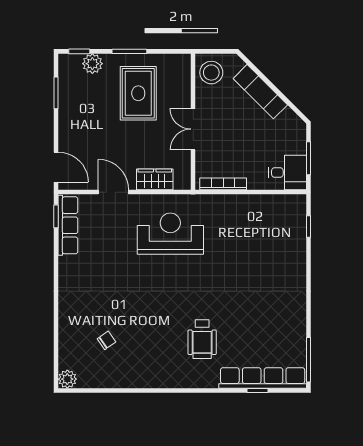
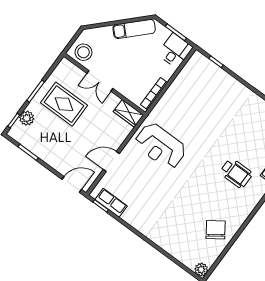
exam couch: (260, 92) -> (134, 29), moved
double door: (193, 129) -> (100, 81), moved
wardrobe: (155, 179) -> (128, 113), moved, turned -90
row of seats: (68, 225) -> (111, 203), width x0.68
reception desk: (170, 234) -> (160, 146), turned -90
chair: (106, 340) -> (216, 230), moved, width x1.87, depth x1.87

